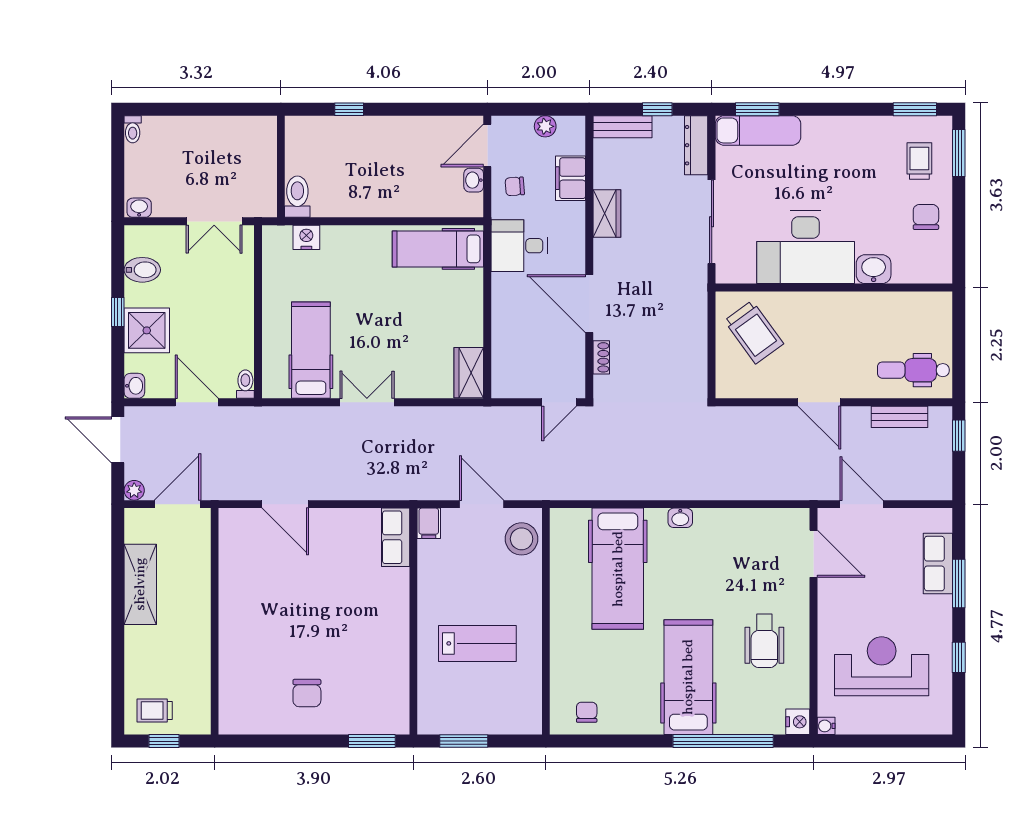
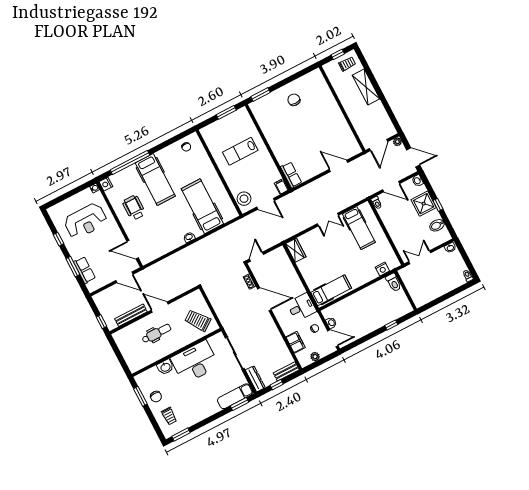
door: (487, 145) -> (333, 338), hinge flipped
window: (959, 153) -> (140, 396), moved
wardrobe: (607, 213) -> (275, 336), removed
dental chair: (913, 370) -> (157, 333), moved
bench: (899, 417) -> (131, 315), width x1.36
shelving: (140, 584) -> (366, 87), moved

